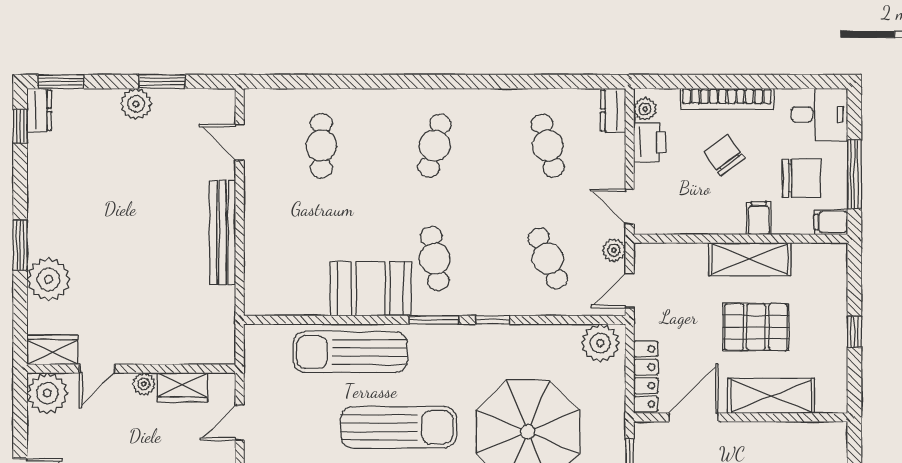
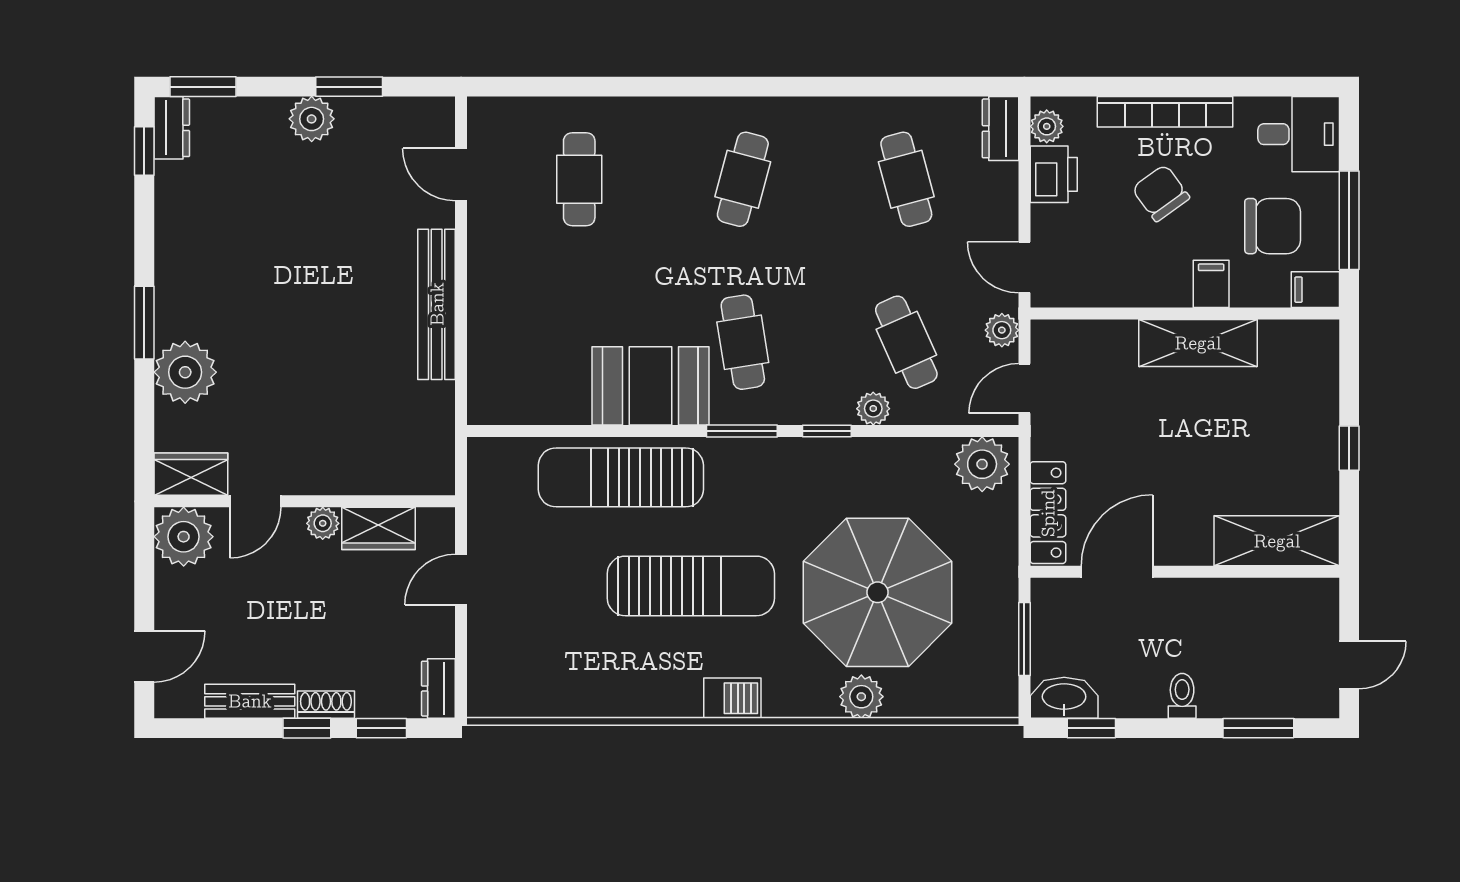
plant: (525, 304) -> (873, 409), added
pallet: (756, 327) -> (1207, 441), removed
shelving: (771, 396) -> (1277, 541), moved

